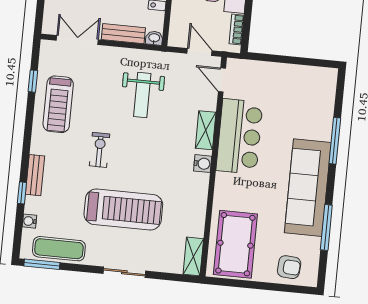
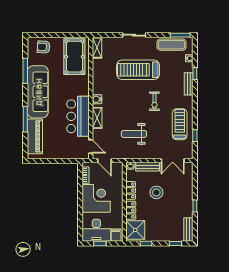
weight bench: (142, 95) -> (134, 134), turned -90
piano: (321, 108) -> (35, 136), added

